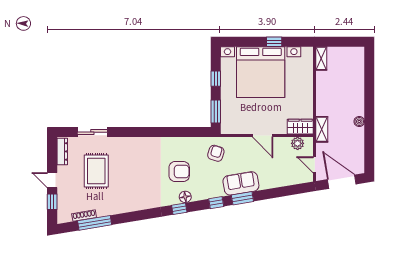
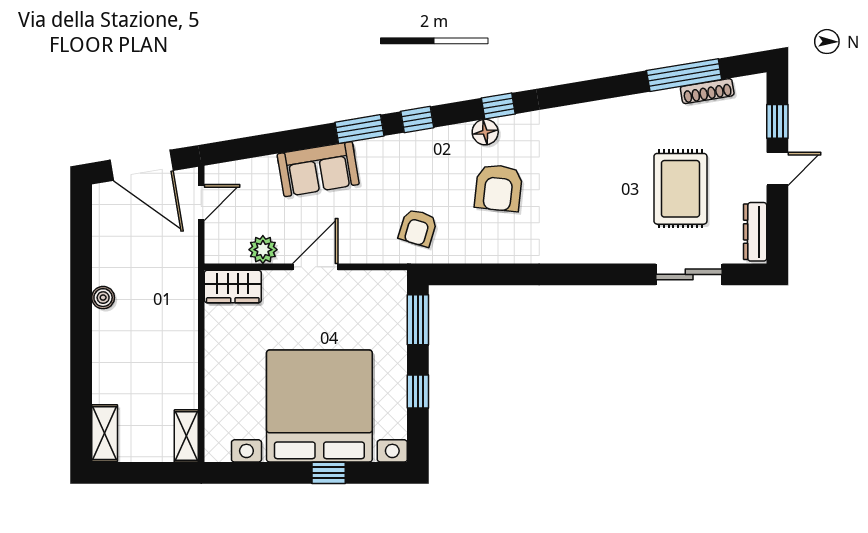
window: (274, 42) -> (329, 473), moved
shelving: (322, 129) -> (105, 433), moved
door: (263, 135) -> (315, 267), hinge flipped
plant: (298, 143) -> (263, 250), moved
door: (315, 165) -> (201, 203), hinge flipped
armchair: (179, 172) -> (498, 188), turned -84
door: (52, 180) -> (777, 169), hinge flipped
sofa: (241, 183) -> (318, 169), moved

